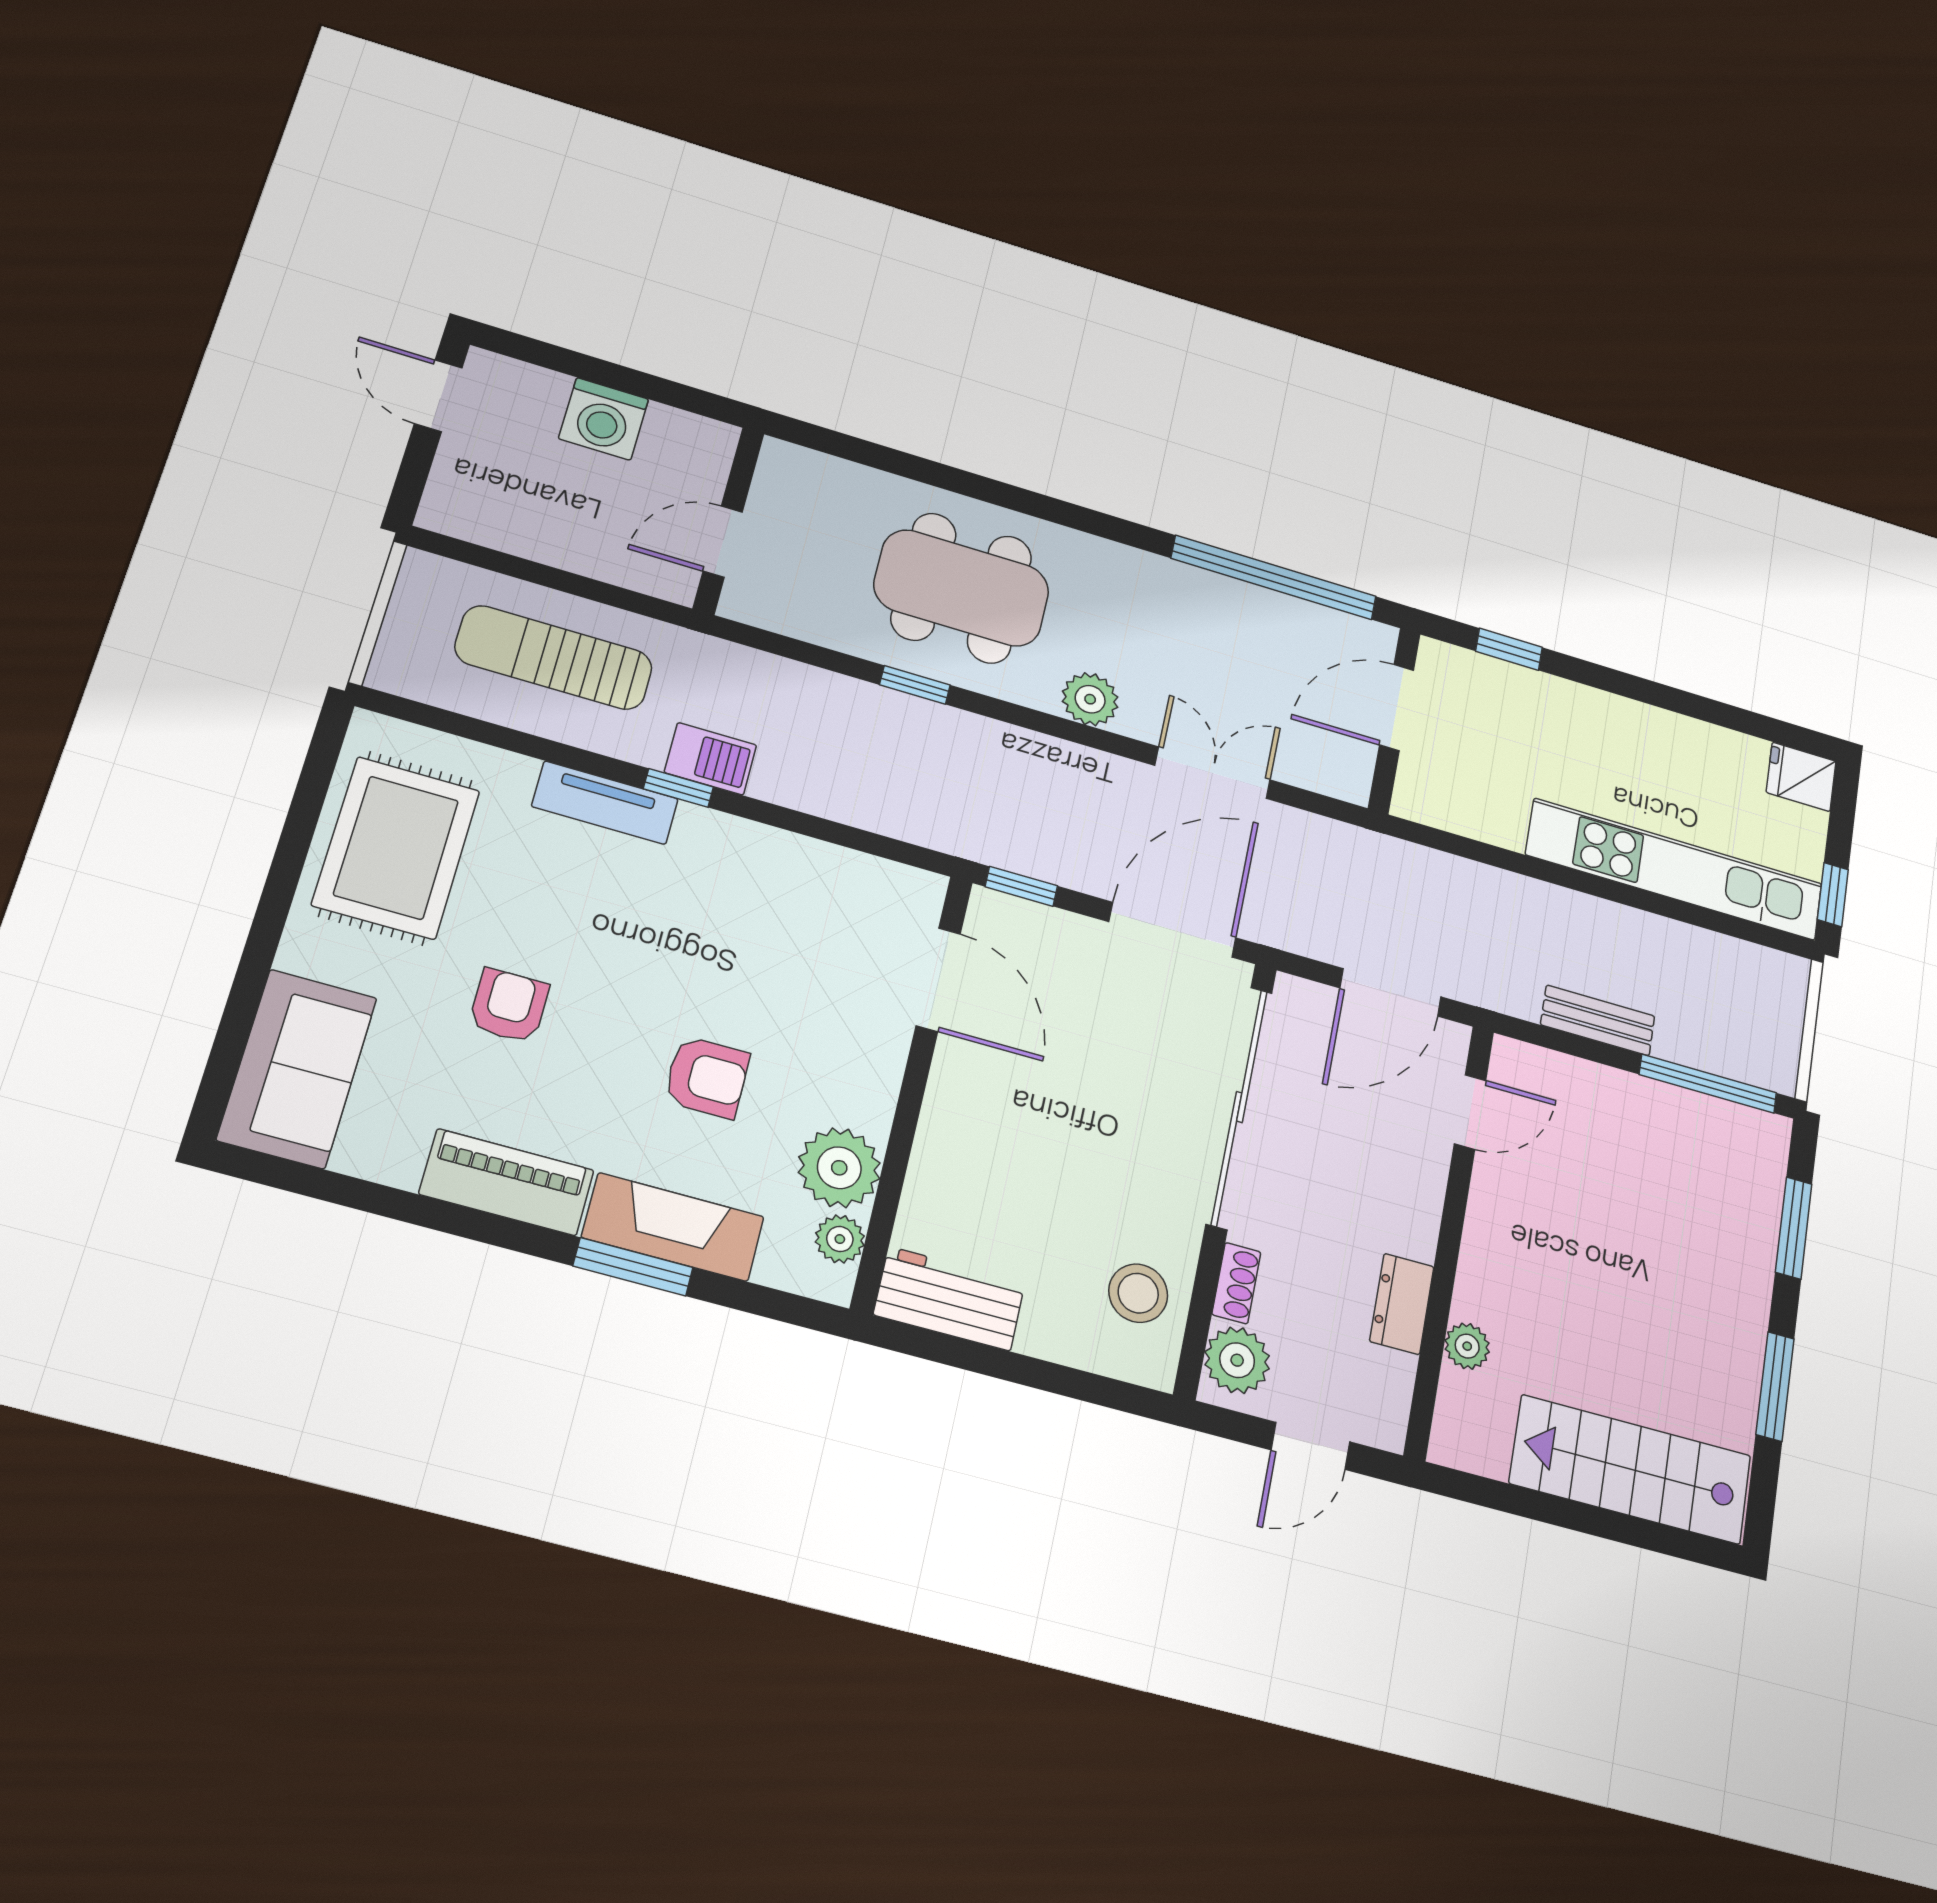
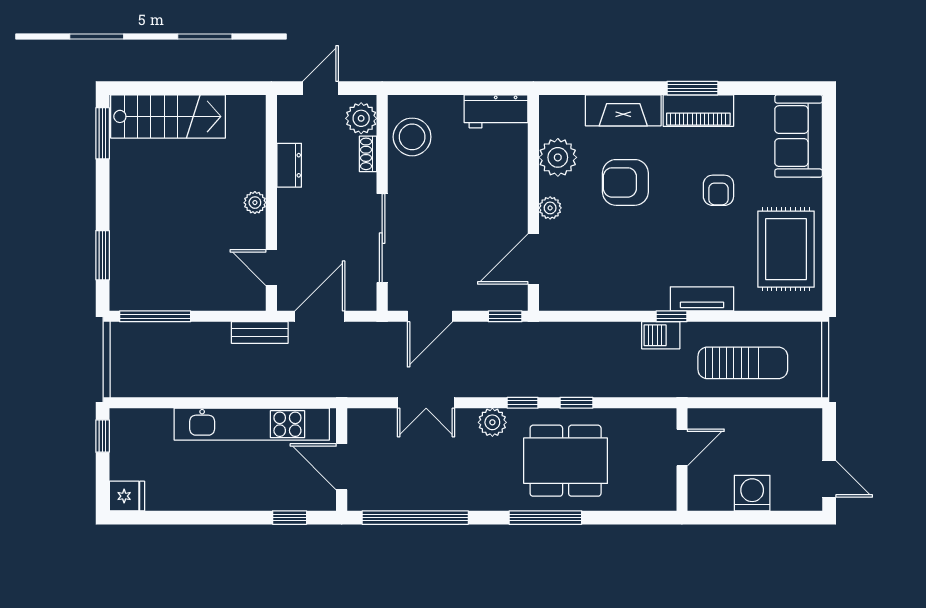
window: (1024, 501) -> (545, 518), added
door: (1397, 708) -> (342, 467), swing flipped
window: (1022, 717) -> (523, 403), added
kitchen unit: (1675, 869) -> (252, 424), moved
door: (1173, 930) -> (430, 316), width x0.73
door: (938, 980) -> (533, 259), hinge flipped
bench: (1598, 1020) -> (260, 333), moved
armchair: (707, 1077) -> (625, 182), width x1.38, depth x1.38
sliding door: (1239, 1107) -> (382, 238), width x0.73
door: (1470, 1112) -> (271, 268), hinge flipped
plant: (840, 1239) -> (550, 208), moved
window: (633, 1267) -> (692, 88), moved
stool: (1138, 1293) -> (412, 137), width x1.38, depth x1.38
plant: (1467, 1346) -> (255, 203), moved
window: (1775, 1386) -> (103, 133), moved

